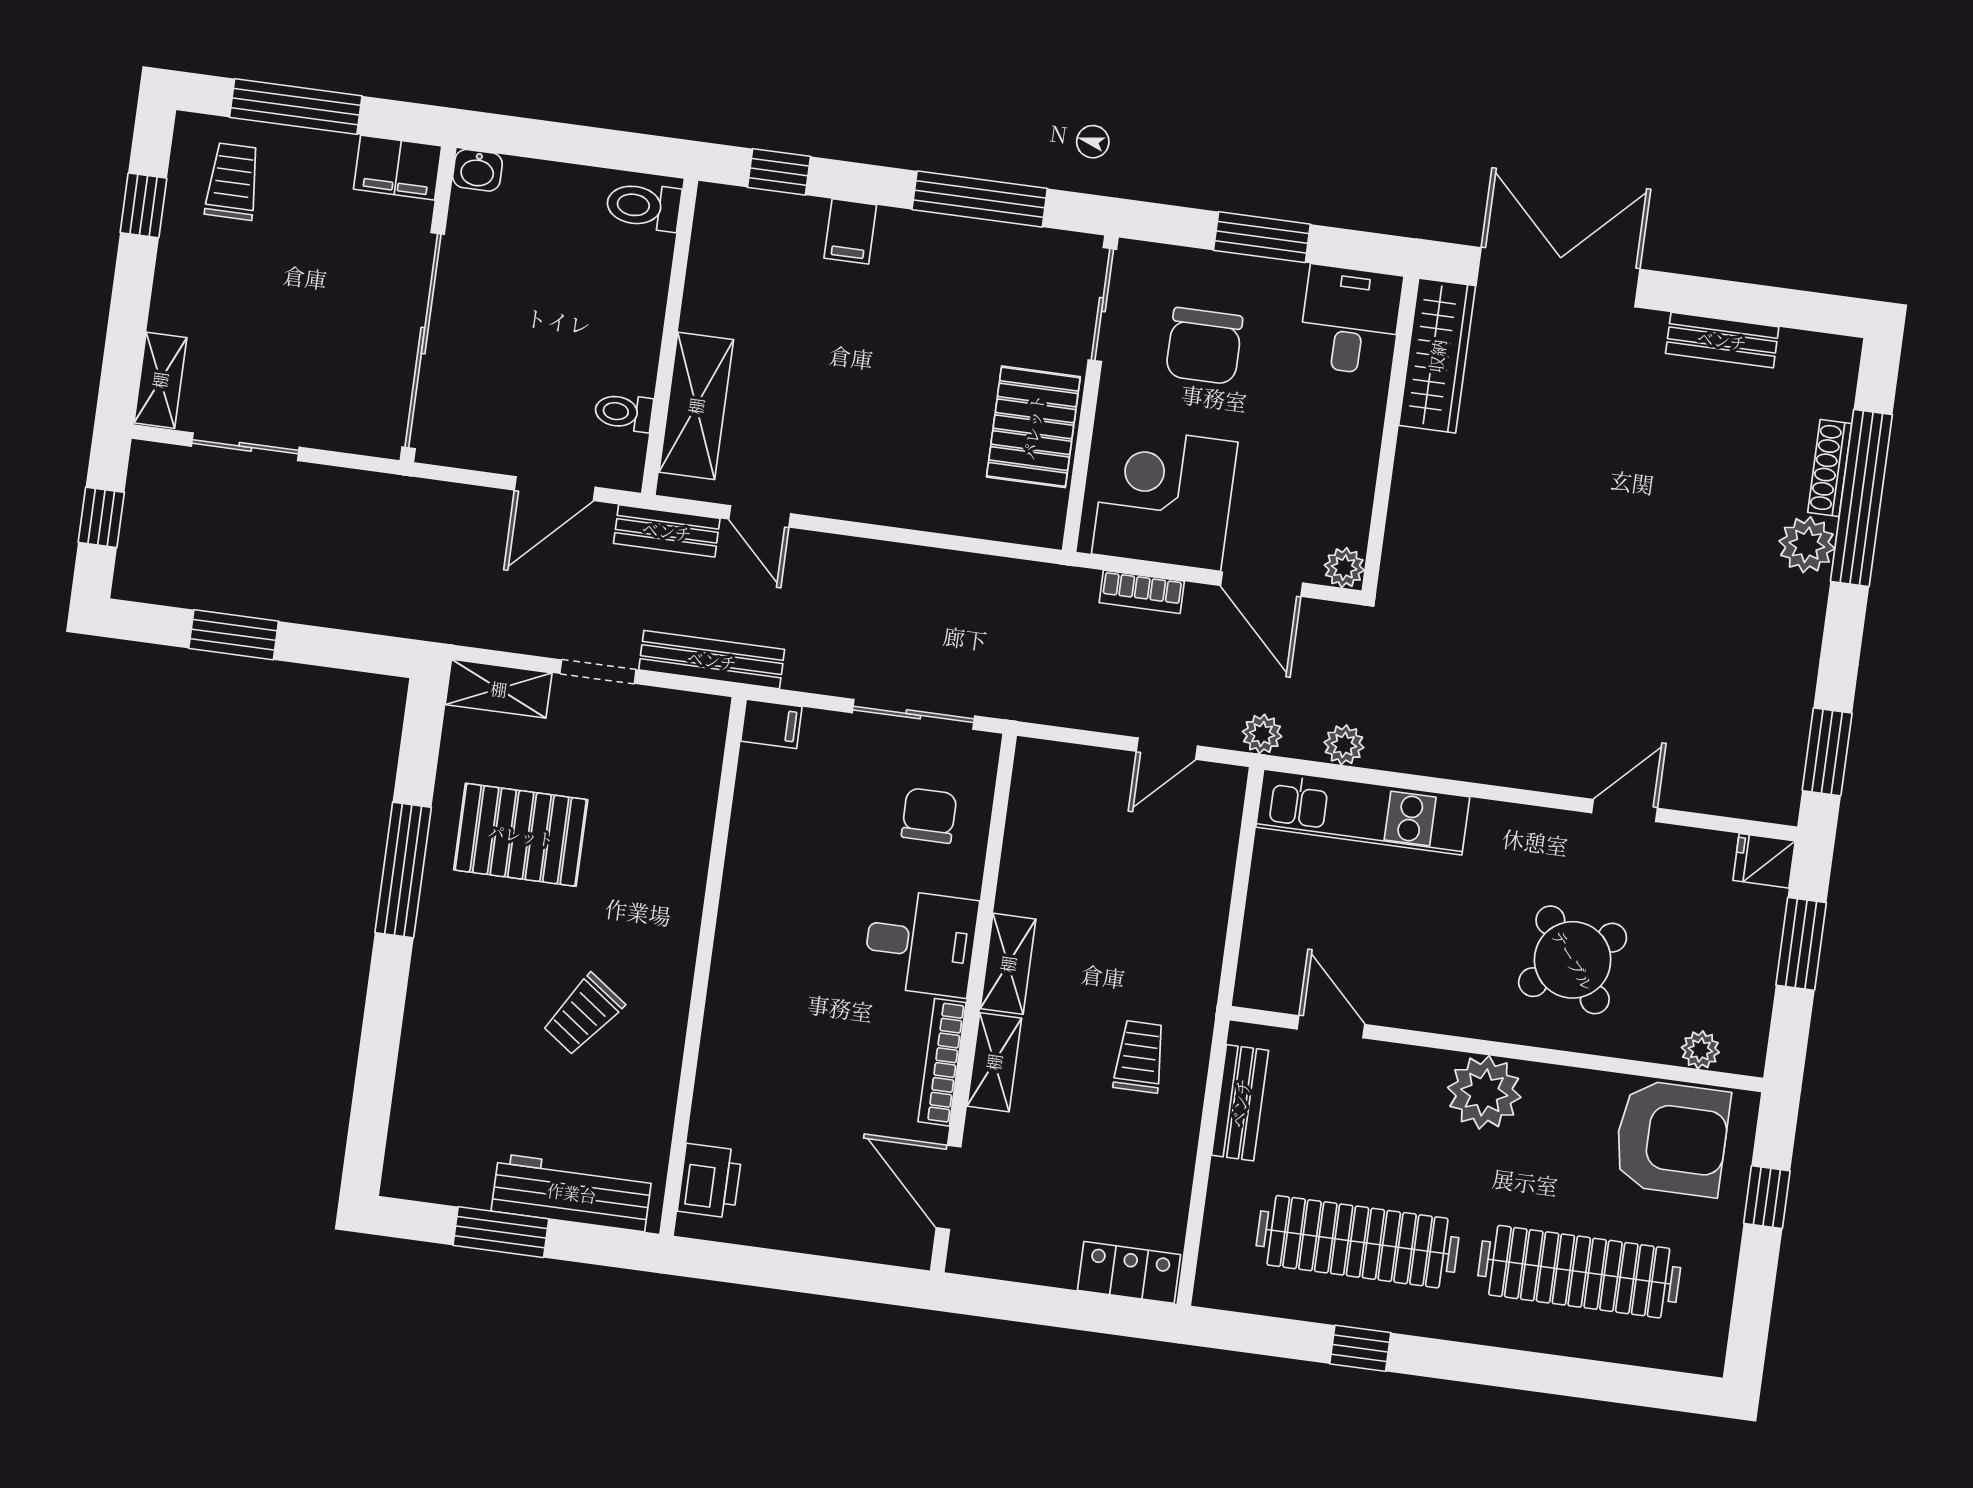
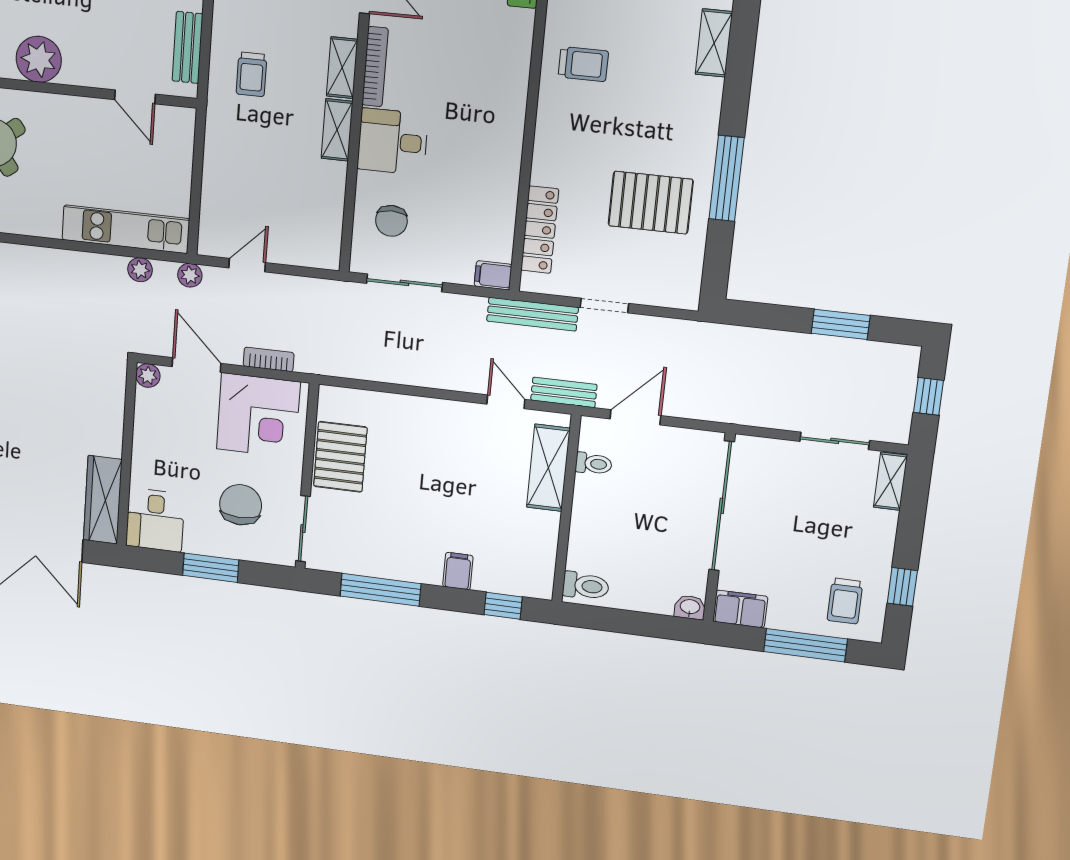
shelving: (499, 689) -> (714, 43), moved, turned 90
locker: (695, 796) -> (540, 230), added
trolley: (583, 1014) -> (583, 64), moved, turned 54

